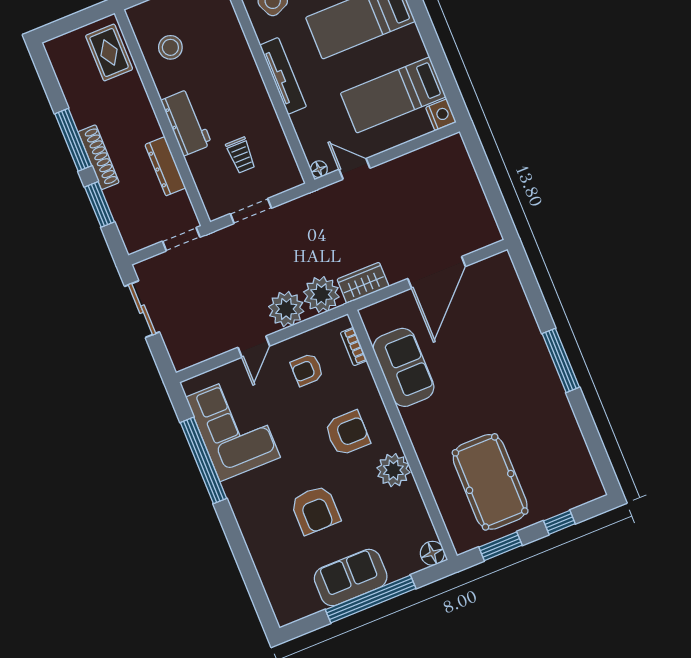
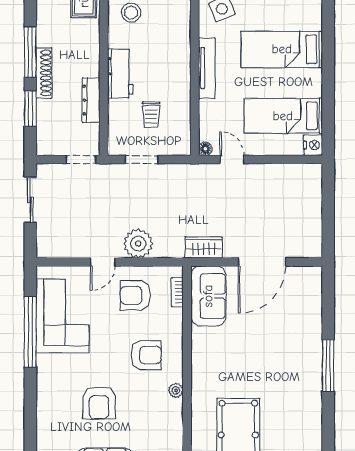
plant: (321, 294) -> (169, 243), removed
sofa: (404, 367) -> (208, 296), moved
armchair: (307, 370) -> (135, 295), width x1.38, depth x1.38
plant: (393, 470) -> (176, 390), width x0.53, depth x0.53

